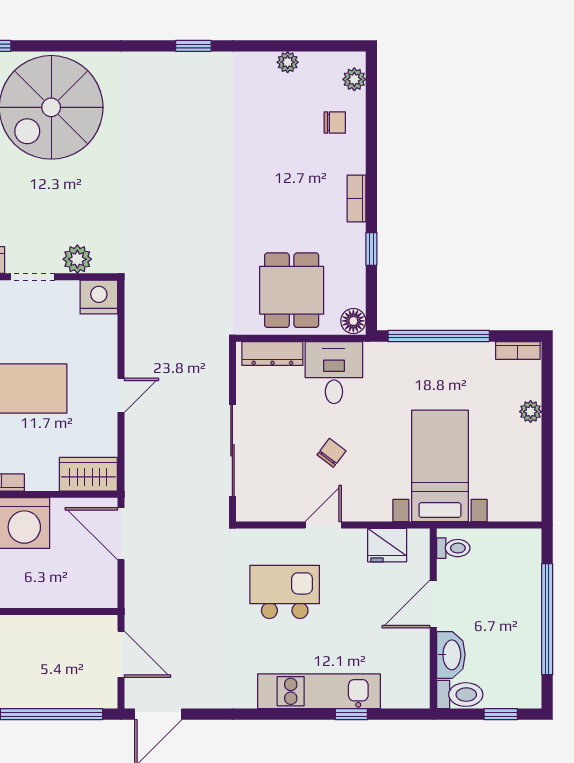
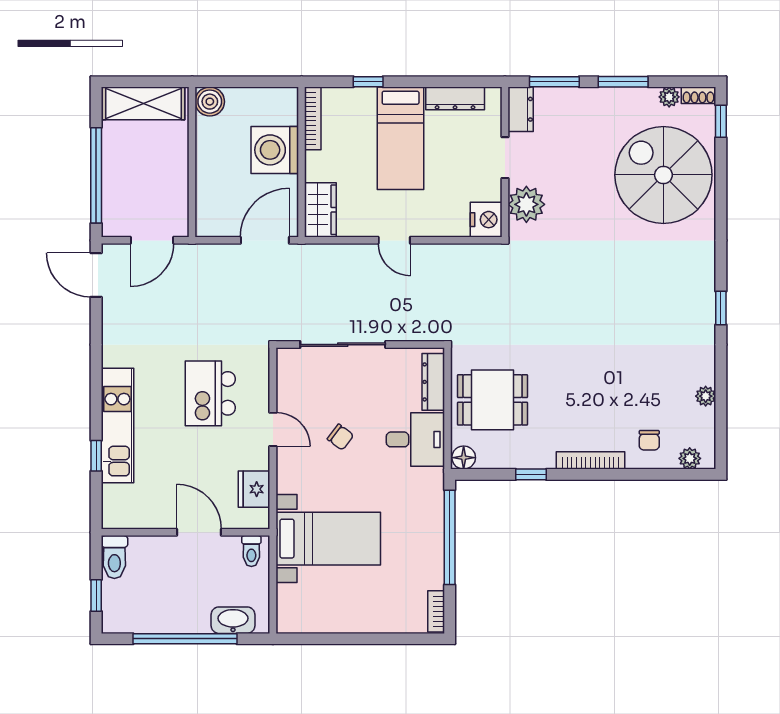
bookcase: (356, 199) -> (591, 460), width x1.56
plant: (77, 259) -> (526, 204), width x1.36, depth x1.36
plant: (531, 412) -> (379, 623), removed
kitchen island: (285, 592) -> (210, 393), turned 180
washbasin: (451, 655) -> (233, 620), moved, turned 180

